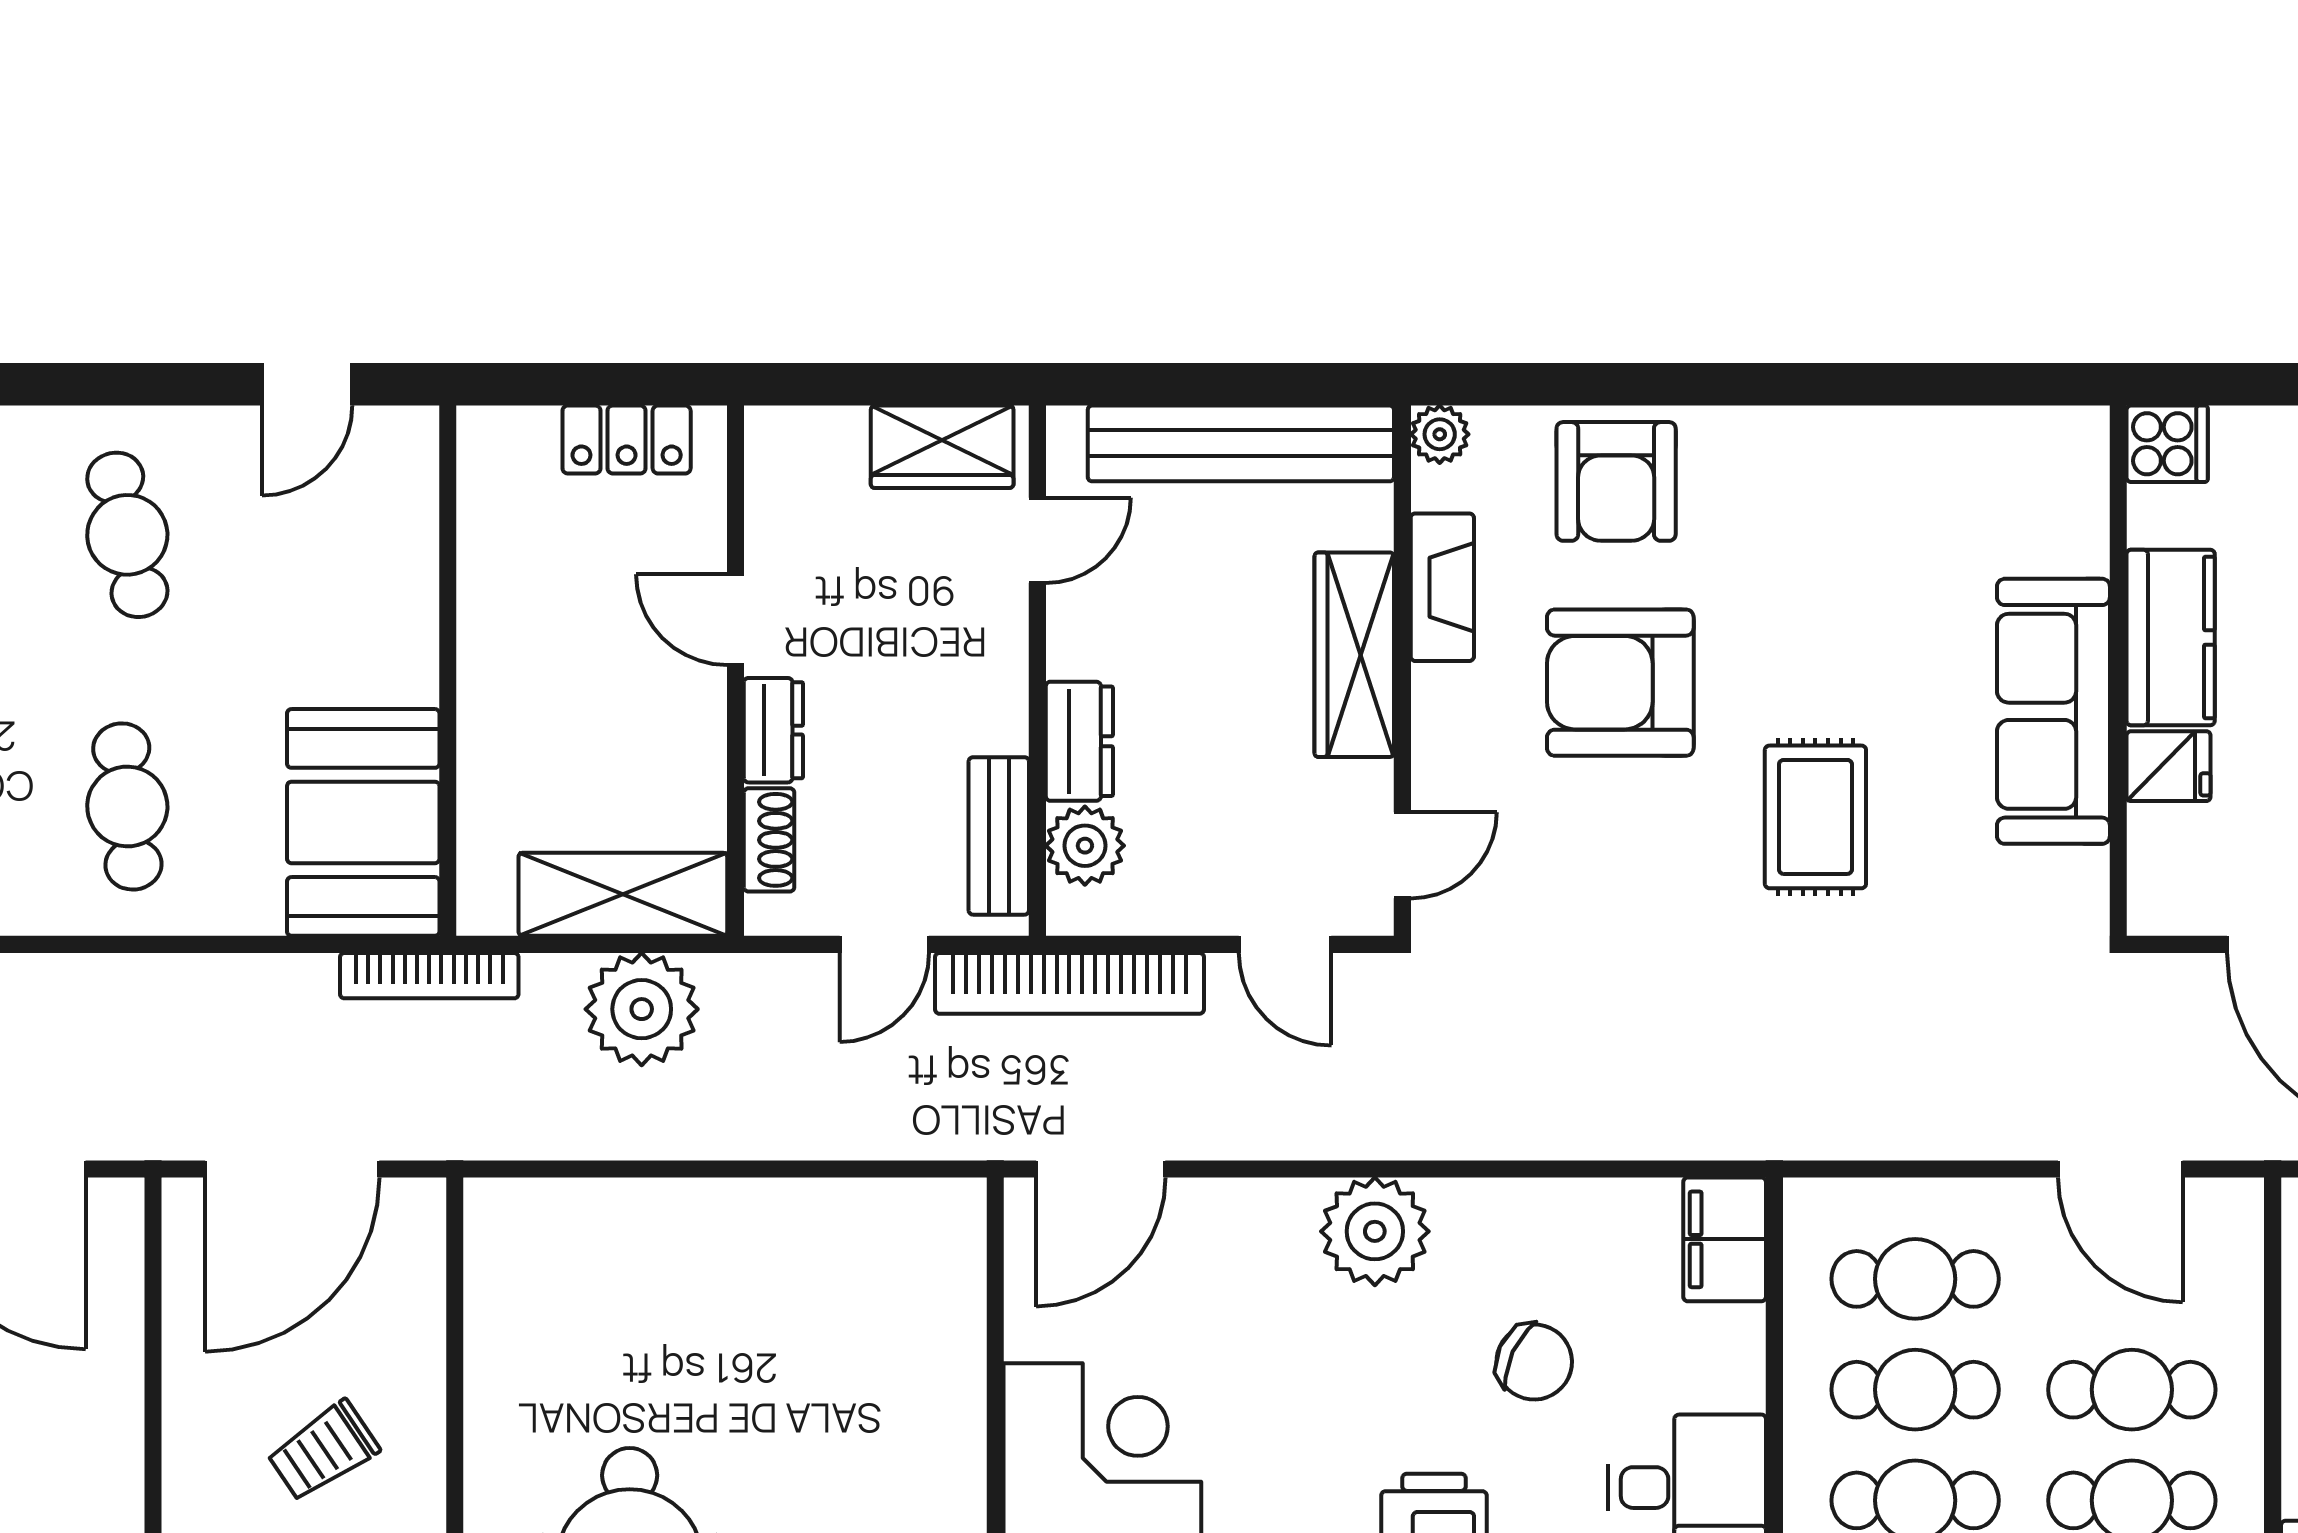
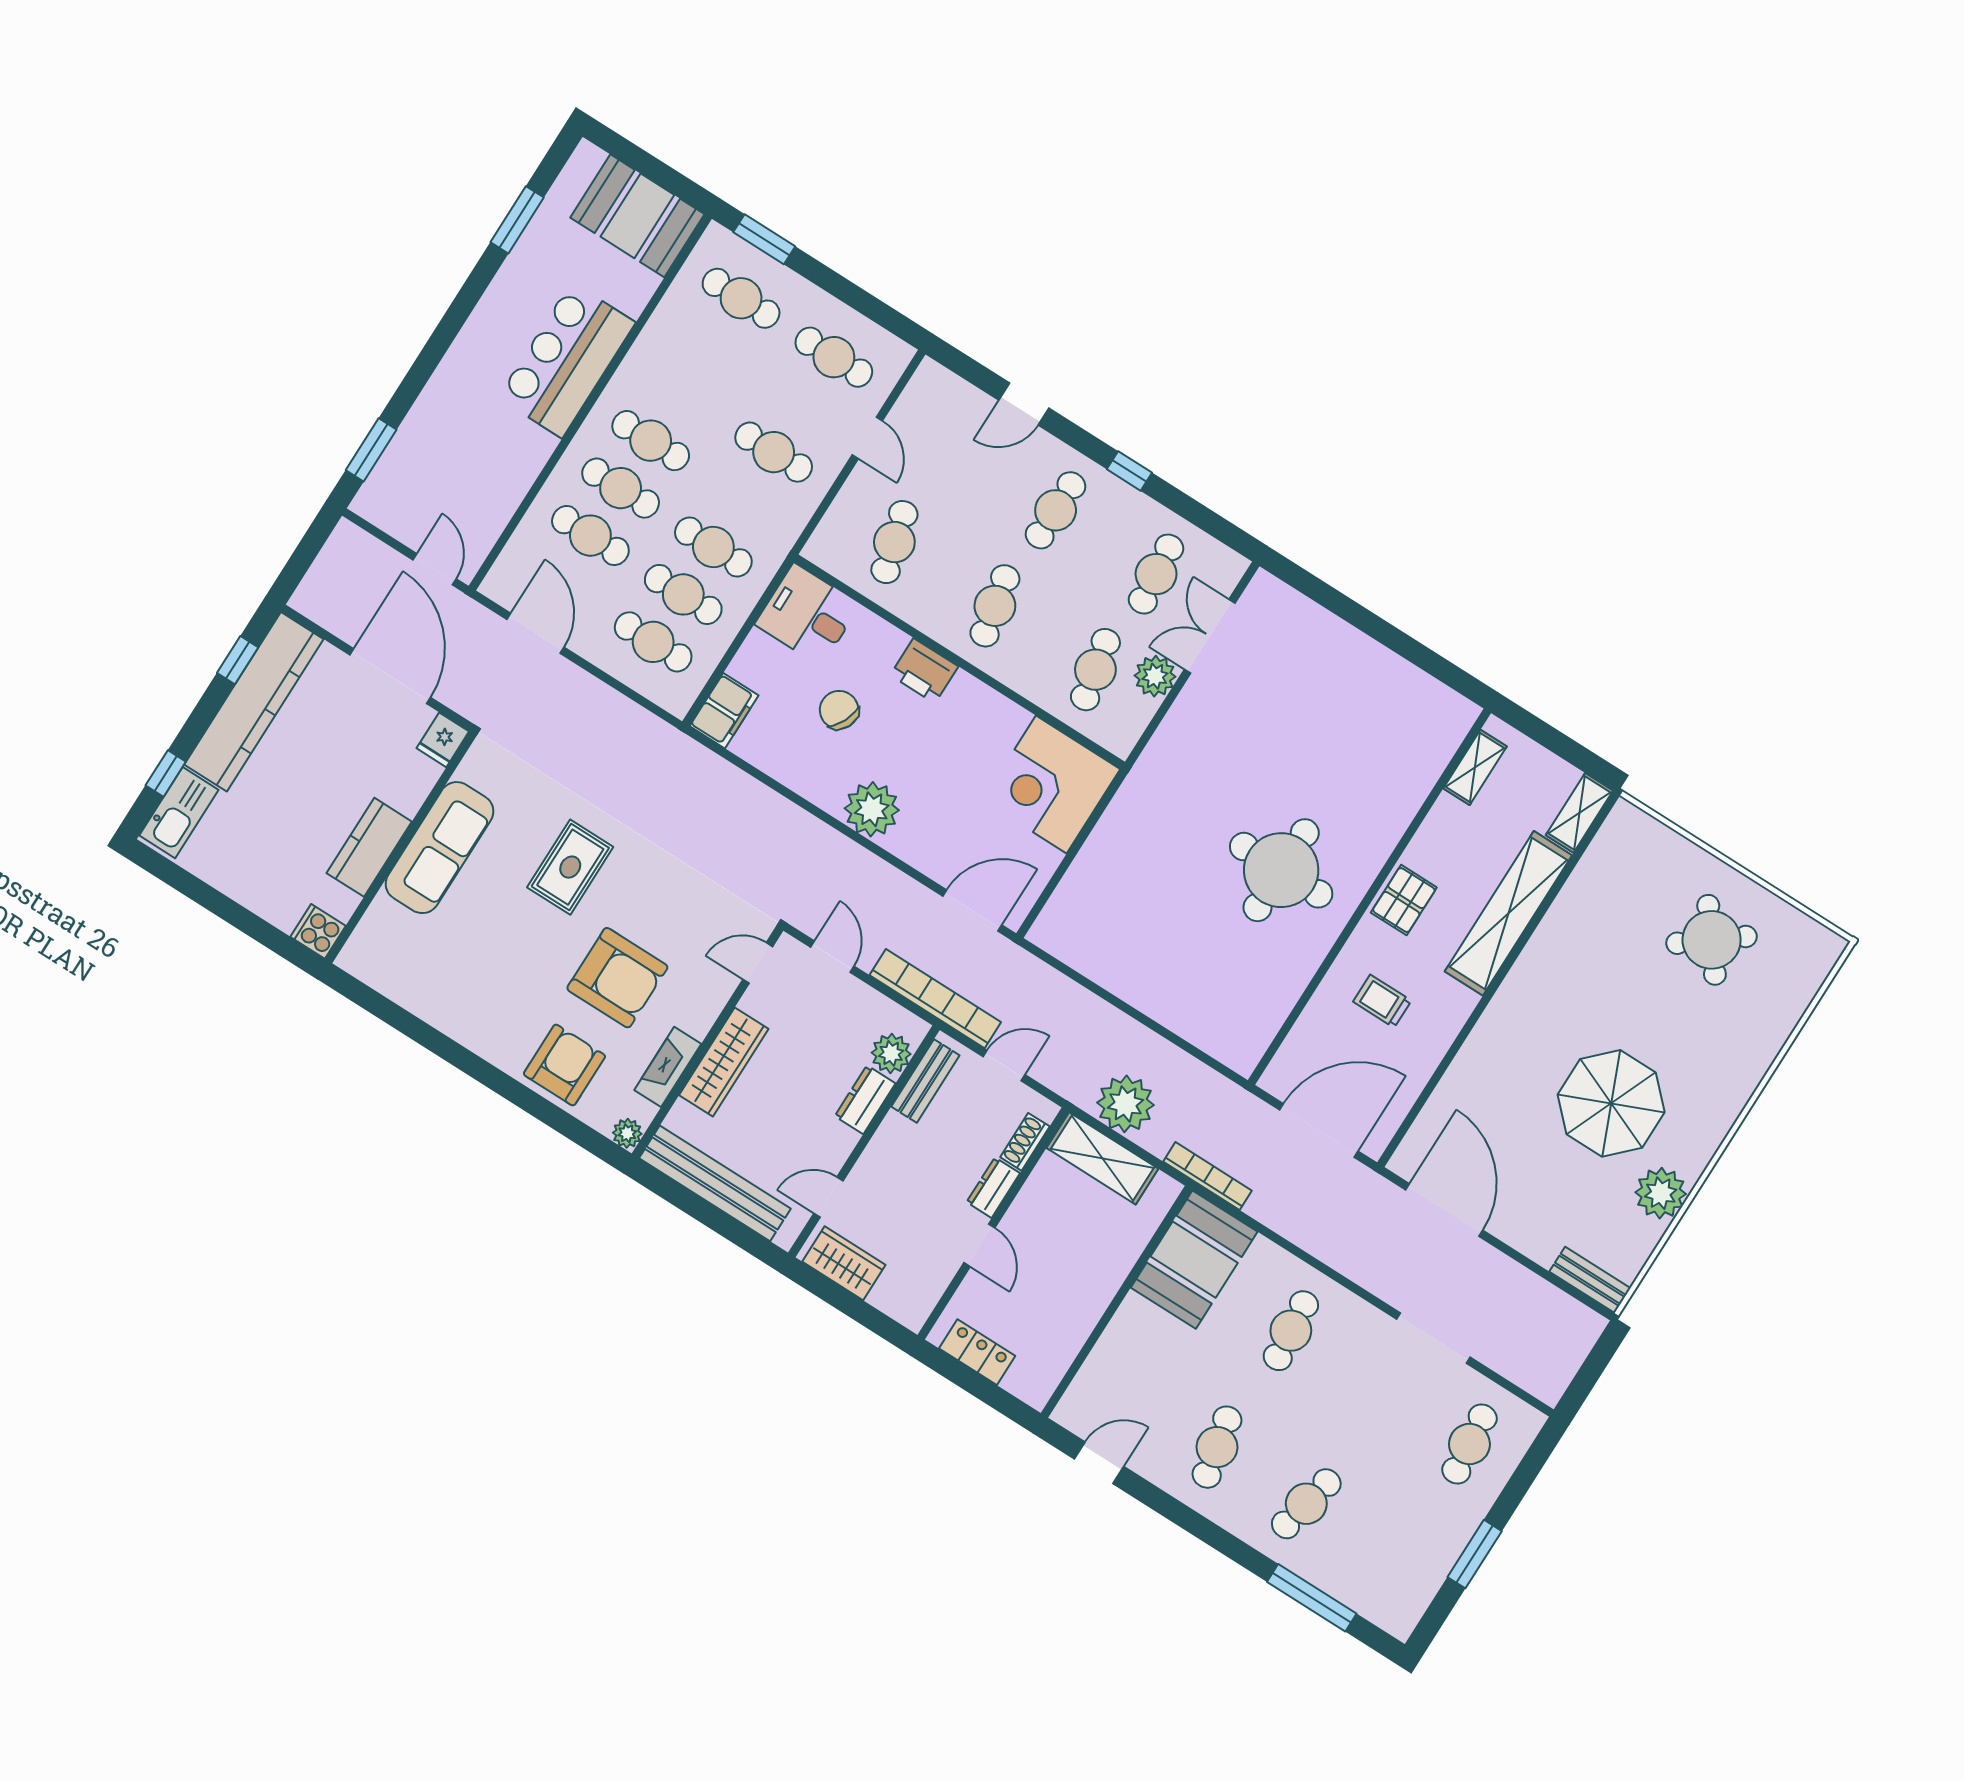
fridge: (2169, 766) -> (443, 740), moved, turned -90
trolley: (323, 1451) -> (1382, 1001), turned -146

